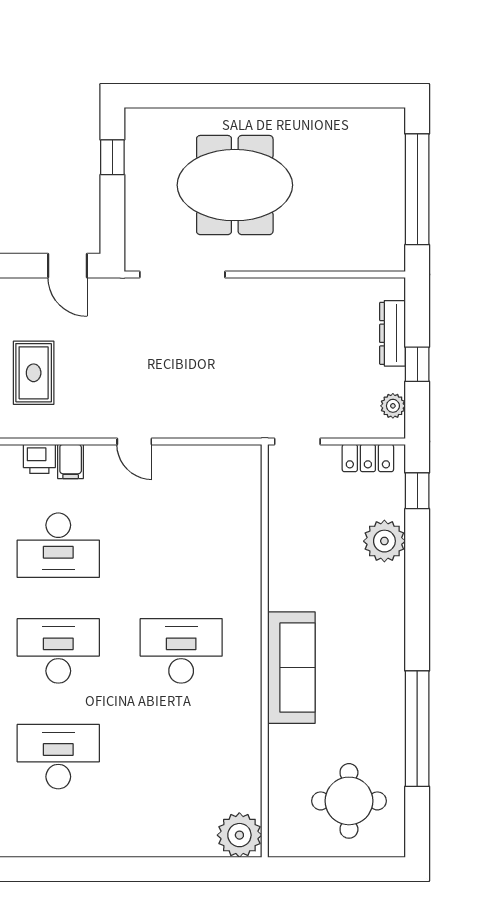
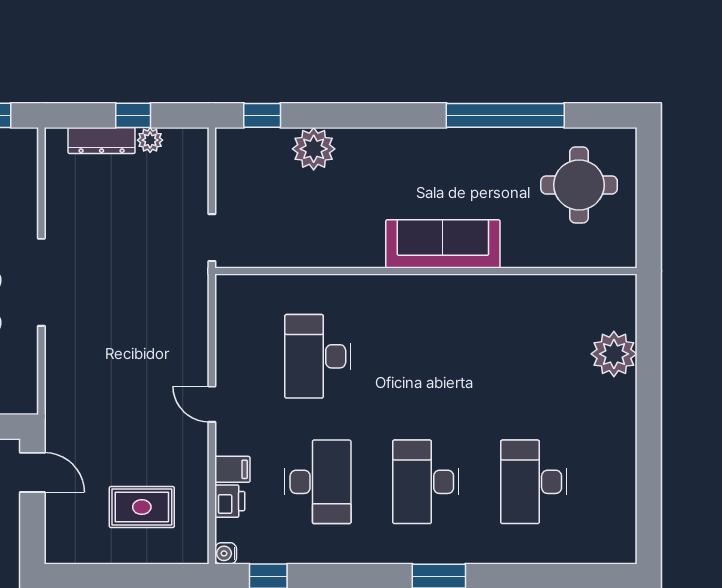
door: (67, 266) -> (32, 472), hinge flipped
doorway: (182, 274) -> (41, 282), moved
plant: (393, 406) -> (150, 140), moved
door: (134, 441) -> (212, 404), swing flipped
locker: (368, 458) -> (229, 166), removed
desk: (181, 651) -> (318, 356), moved
plant: (239, 835) -> (614, 354), moved

